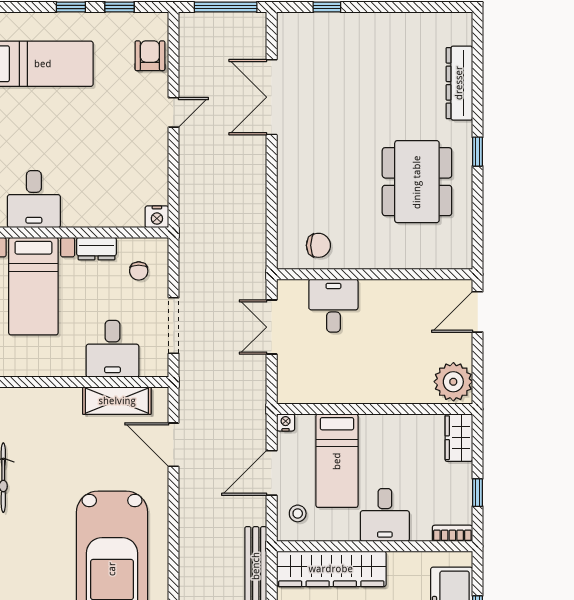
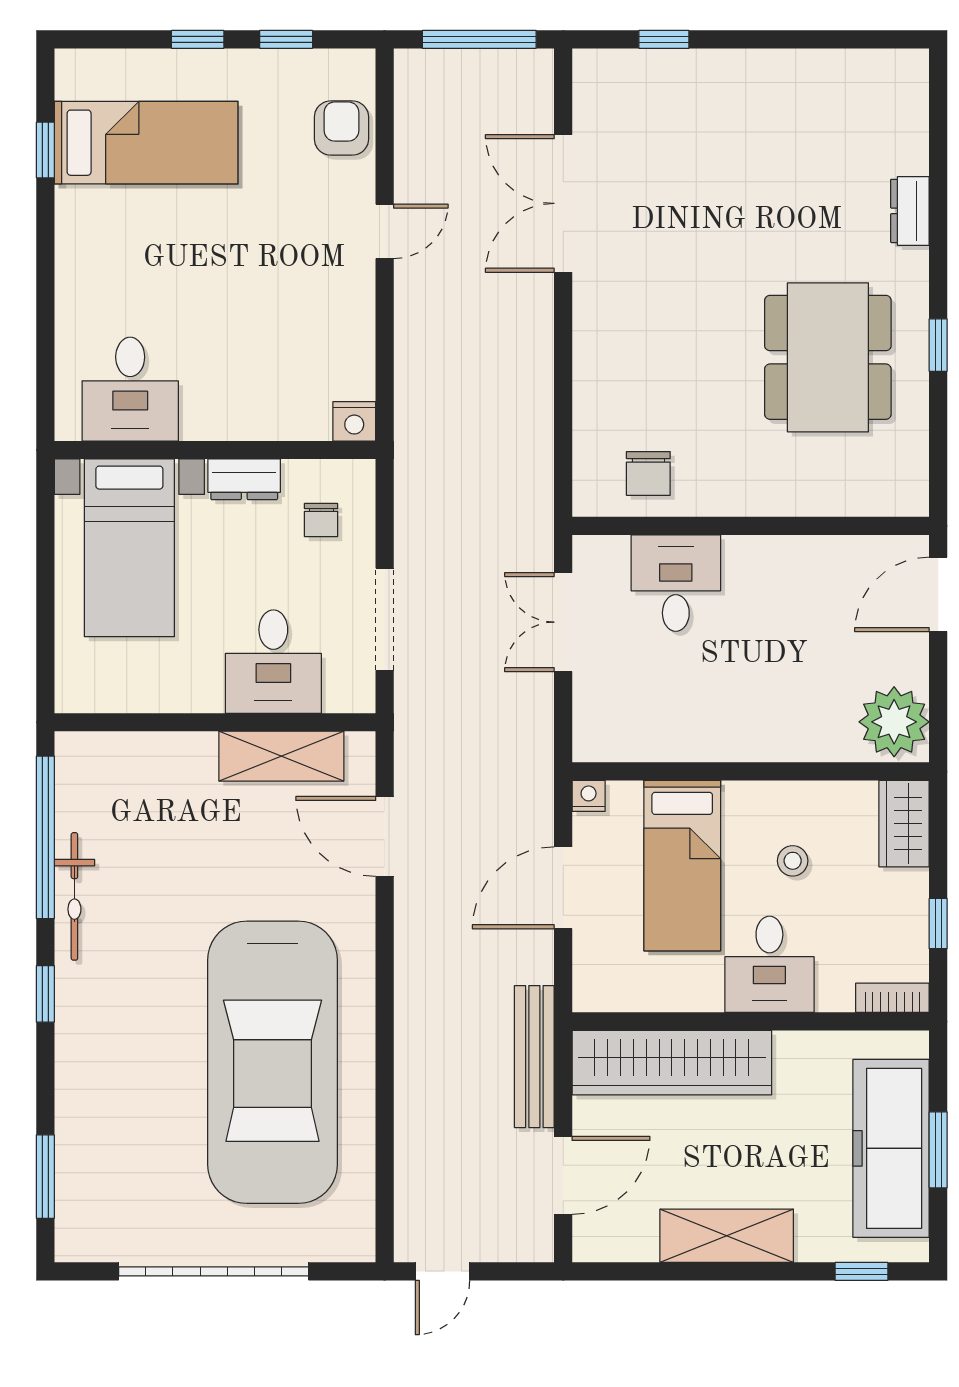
dresser: (459, 83) -> (910, 211), width x0.51, depth x0.80
window: (478, 152) -> (938, 345), moved
chair: (318, 245) -> (648, 473), turned 90
stool: (298, 513) -> (793, 861), moved

